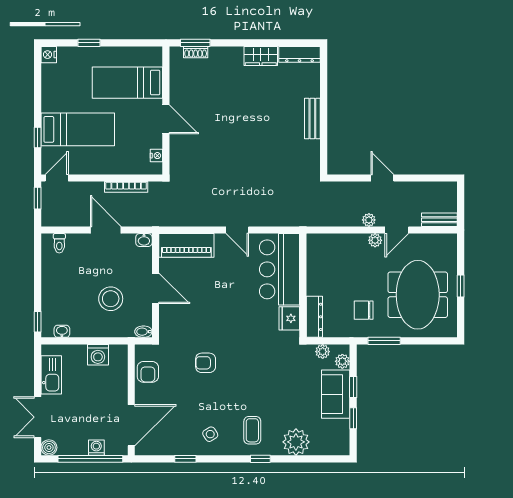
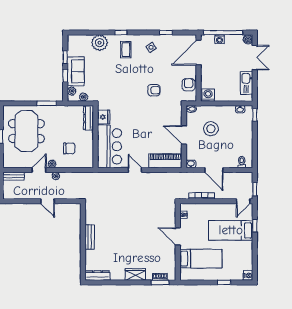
wardrobe: (261, 56) -> (135, 275), moved
chair: (364, 310) -> (69, 148), moved
washing machine: (98, 355) -> (208, 95), moved

